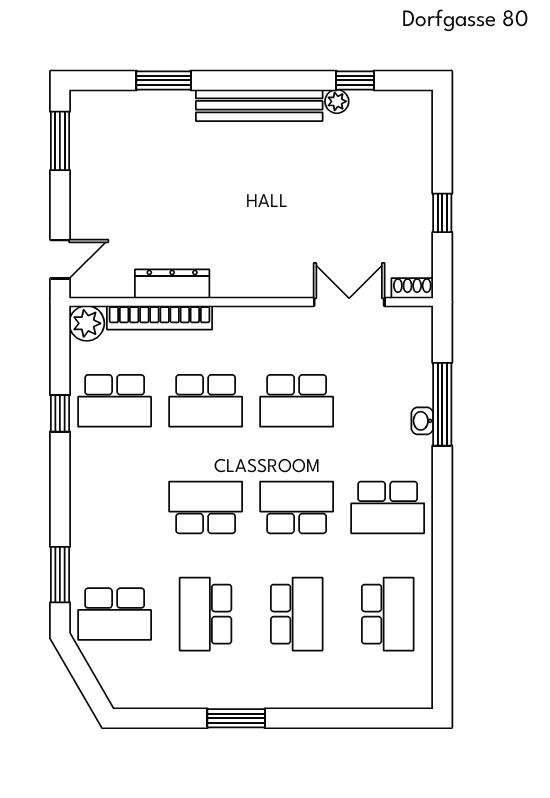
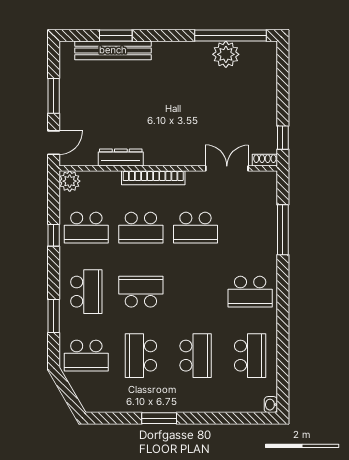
window: (355, 80) -> (230, 35), width x3.17
plant: (337, 101) -> (226, 54), width x1.87, depth x1.87
bench: (259, 105) -> (113, 50), moved
window: (60, 141) -> (54, 96), moved
window: (442, 213) -> (283, 138), moved
bookcase: (160, 318) -> (153, 178), moved
washbasin: (422, 421) -> (271, 405), moved
school desk: (297, 507) -> (86, 292), moved, turned 90
window: (60, 575) -> (54, 316), moved

